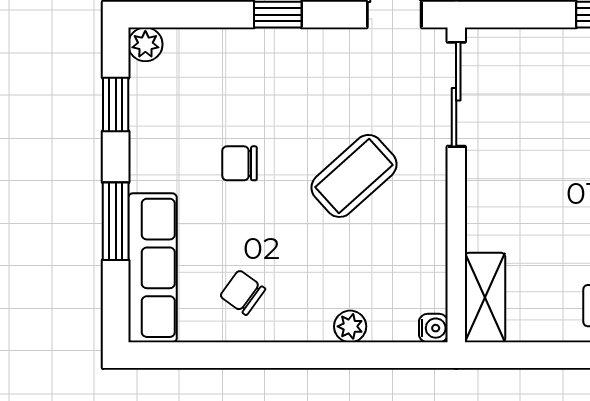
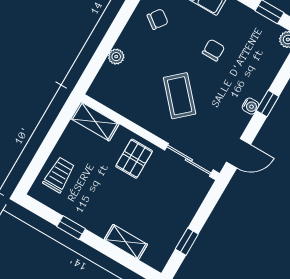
pallet: (510, 191) -> (134, 159), added
water cooler: (433, 328) -> (250, 106), moved, turned -90

